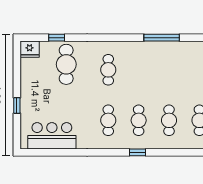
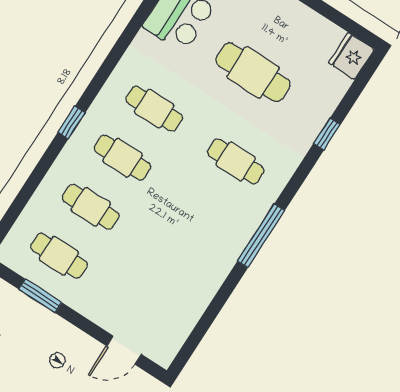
window: (57, 38) -> (327, 134), moved
window: (162, 38) -> (261, 236), moved
cafe table: (66, 64) -> (253, 72), moved

